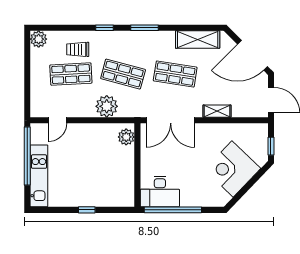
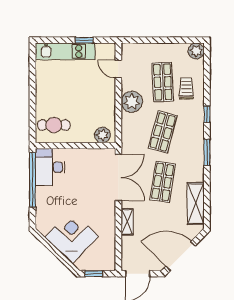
door: (253, 55) -> (181, 256), hinge flipped
plant: (107, 106) -> (132, 102), moved
double door: (171, 120) -> (118, 177), swing flipped
window: (27, 156) -> (84, 40), width x0.32
cafe table: (116, 188) -> (54, 125), added
window: (87, 210) -> (33, 97), removed

